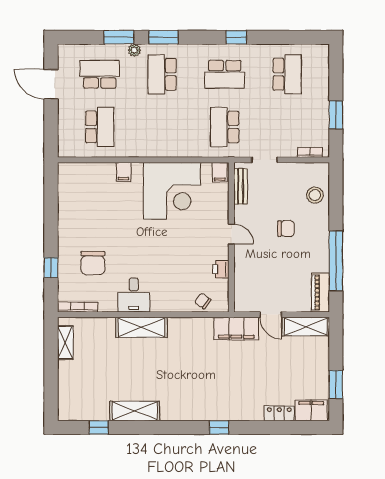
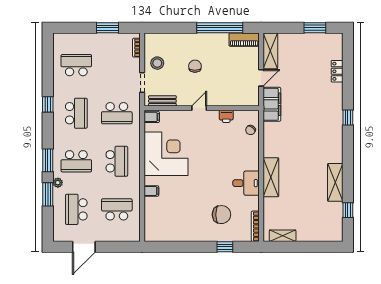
school desk: (162, 127) -> (117, 161), added
stool: (315, 195) -> (157, 63), moved
filing cabinet: (311, 410) -> (335, 47), removed

